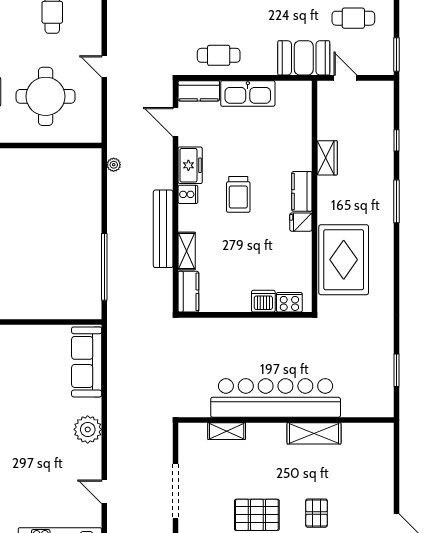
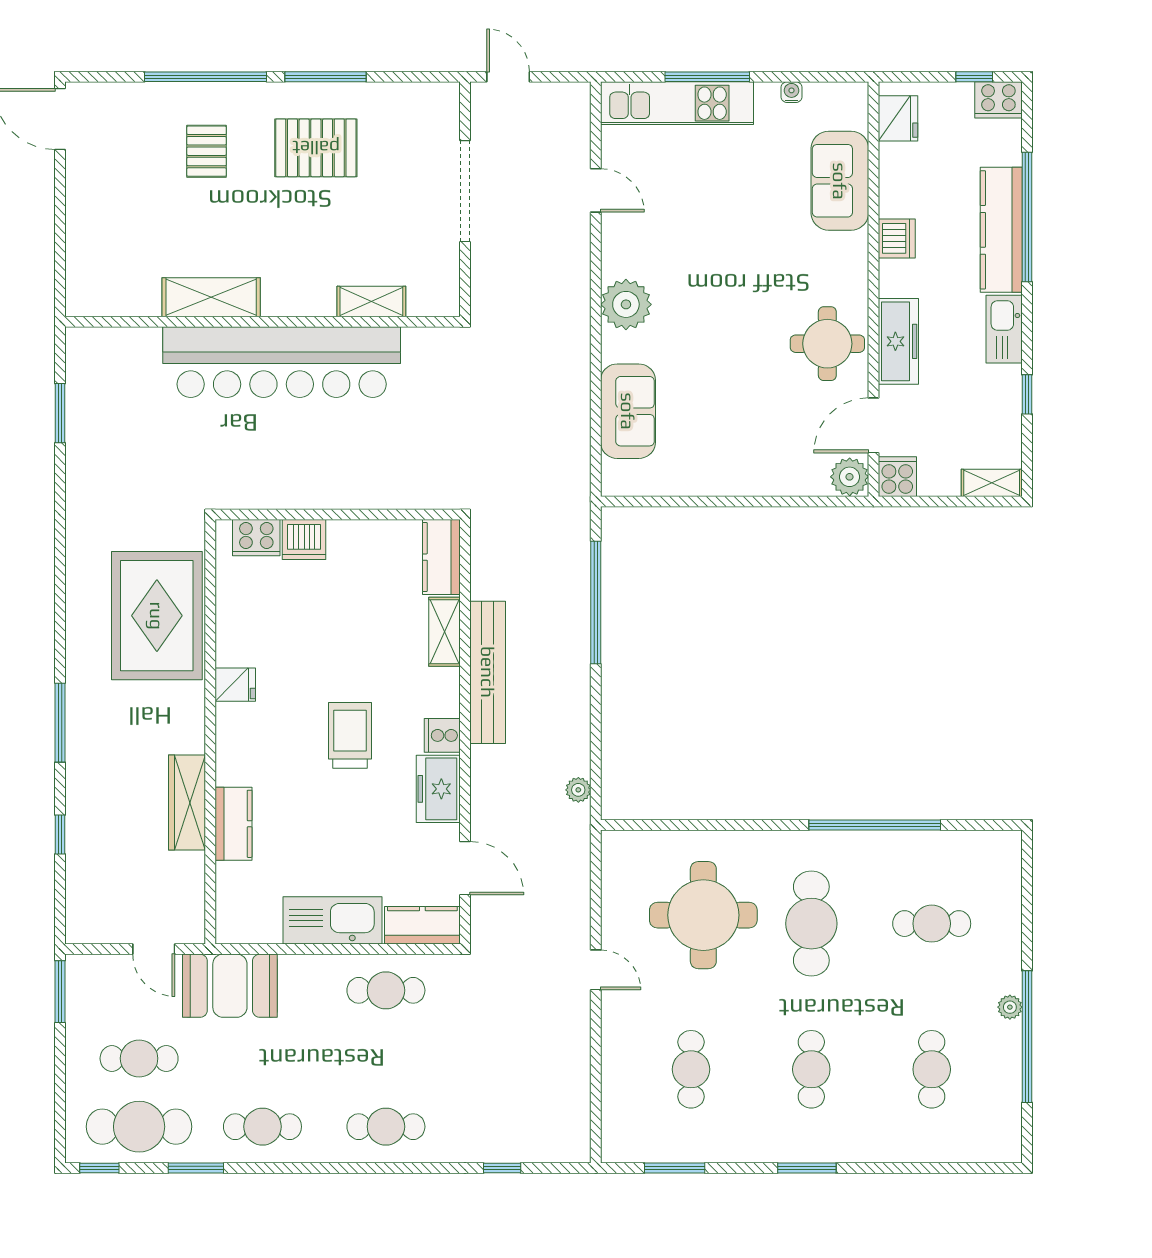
wardrobe: (327, 158) -> (187, 802), width x1.50
kitchen counter: (302, 191) -> (233, 824), moved
sofa: (87, 362) -> (628, 411), width x0.73

